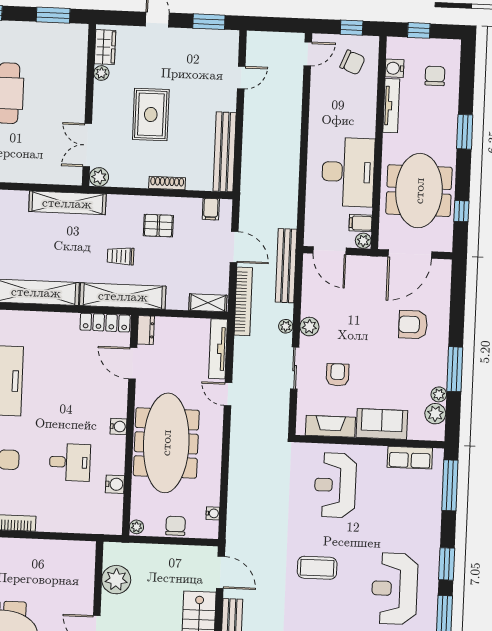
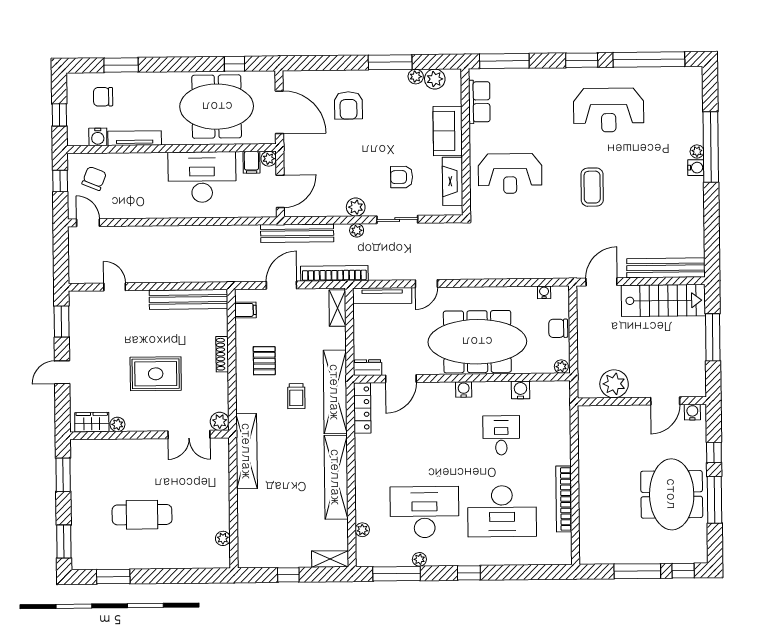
window: (465, 132) -> (121, 65), moved

